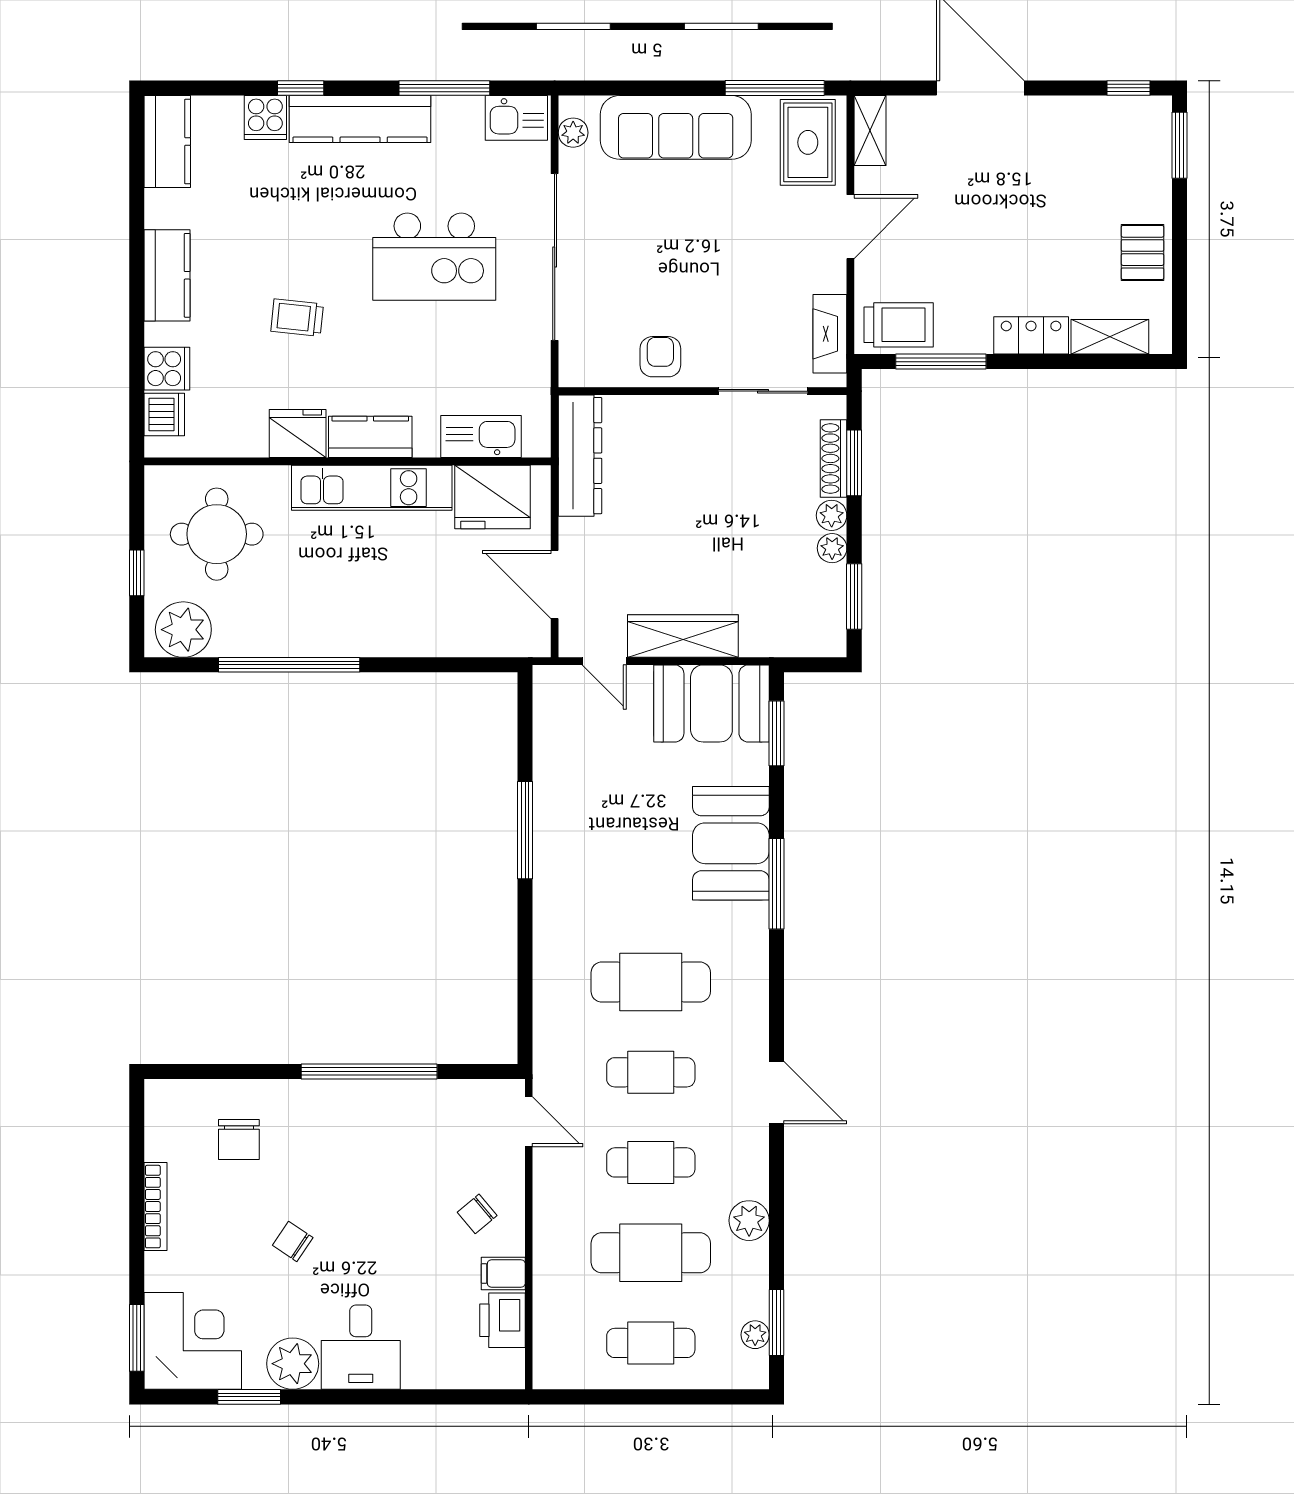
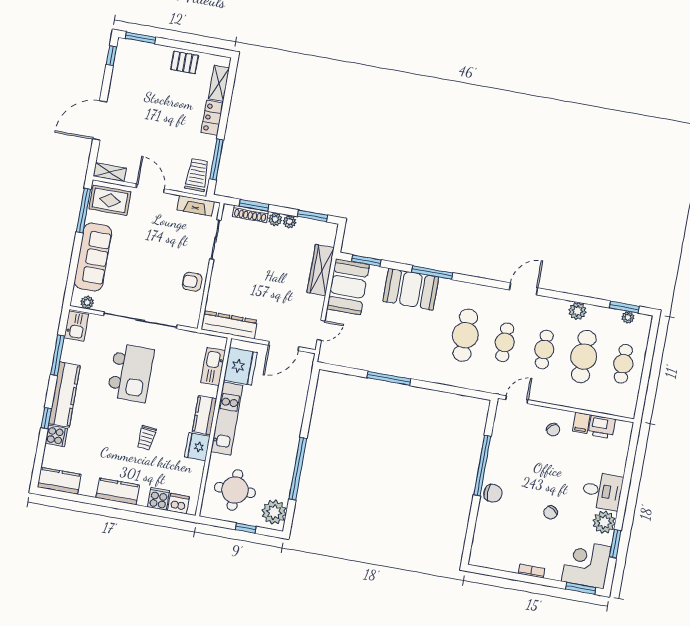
wardrobe: (683, 636) -> (321, 270), moved
chair: (239, 1140) -> (493, 493), moved
bookcase: (156, 1207) -> (531, 571), width x0.64

